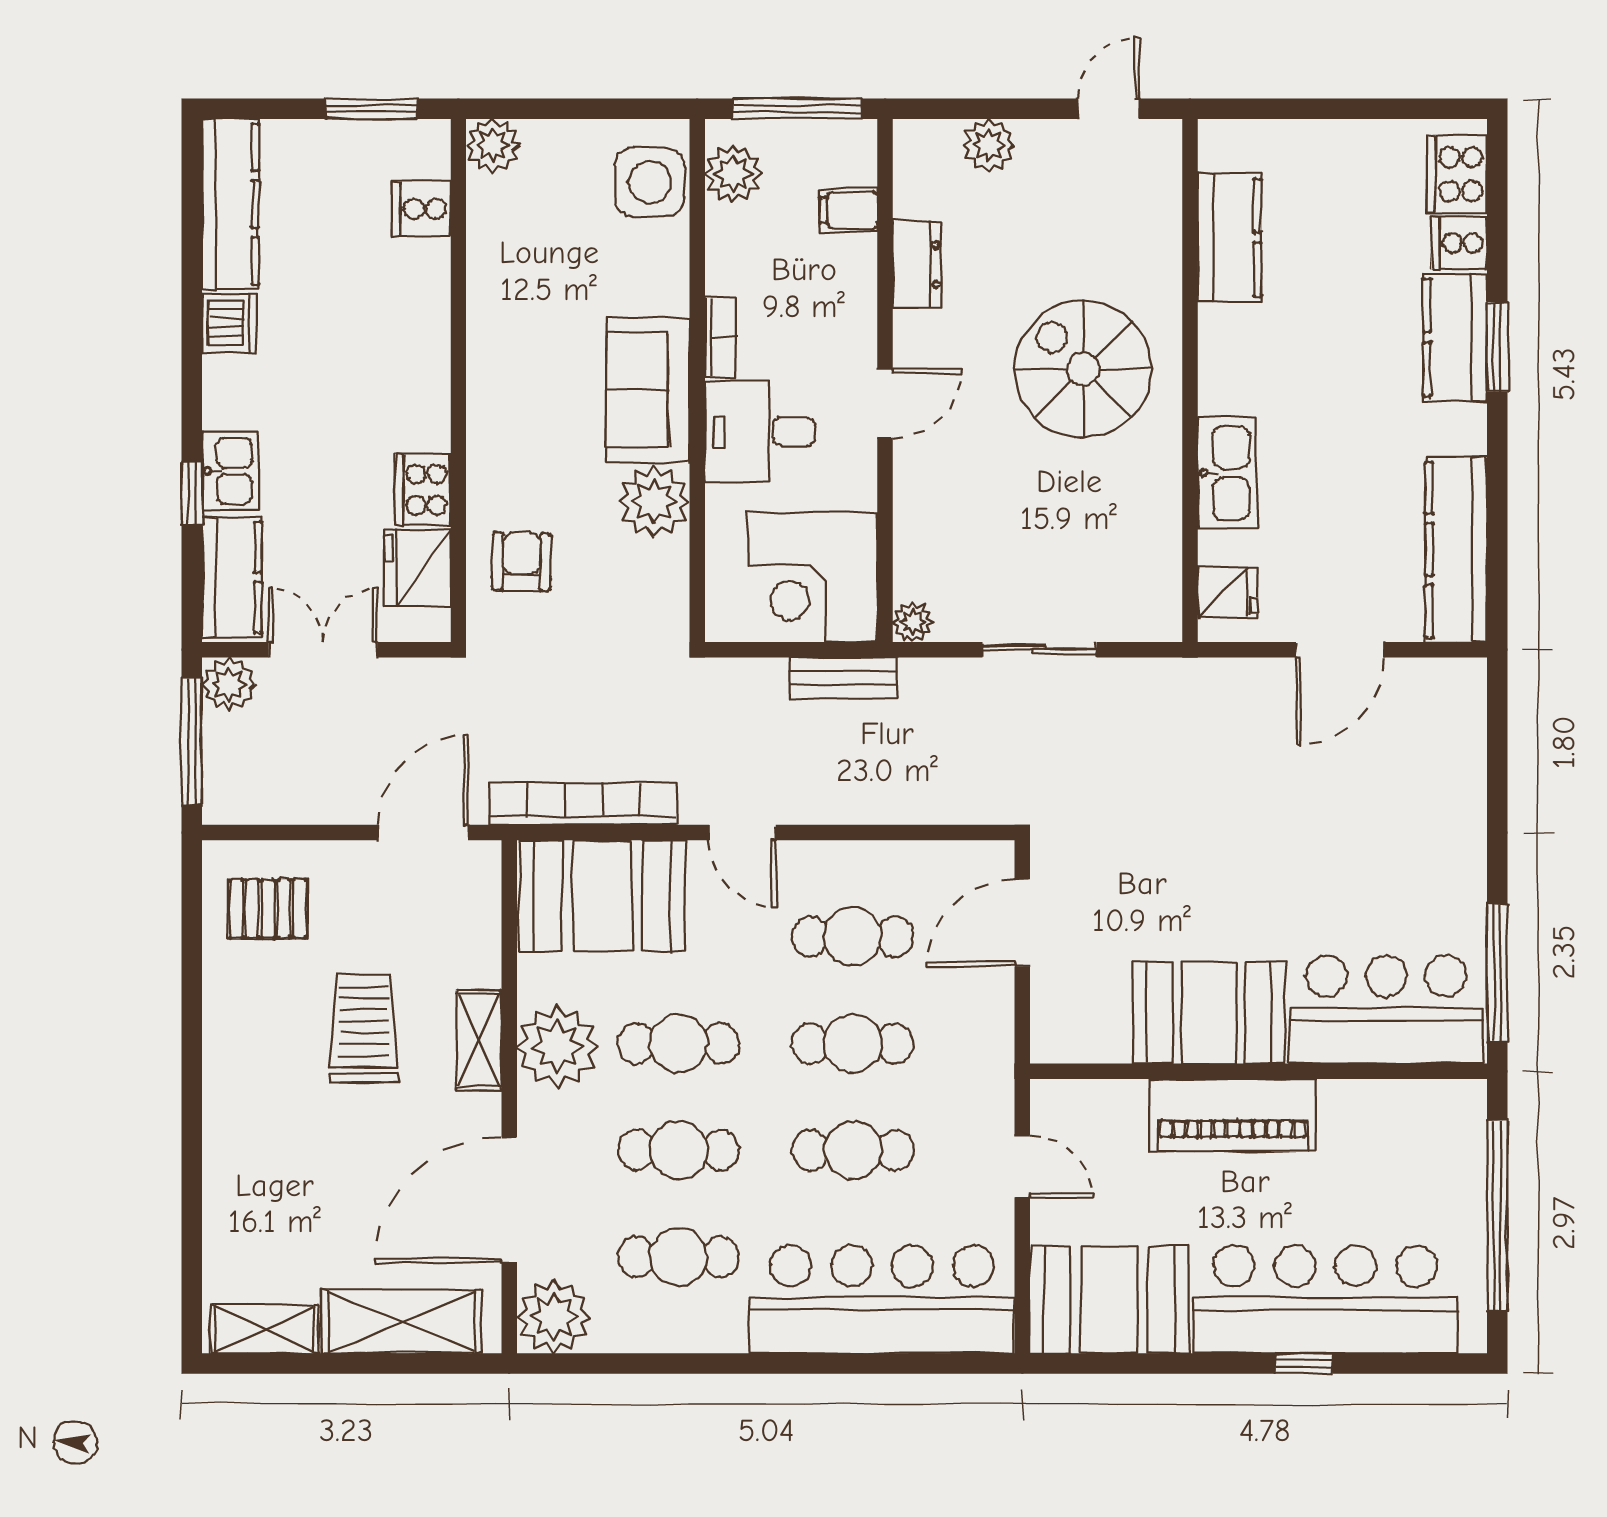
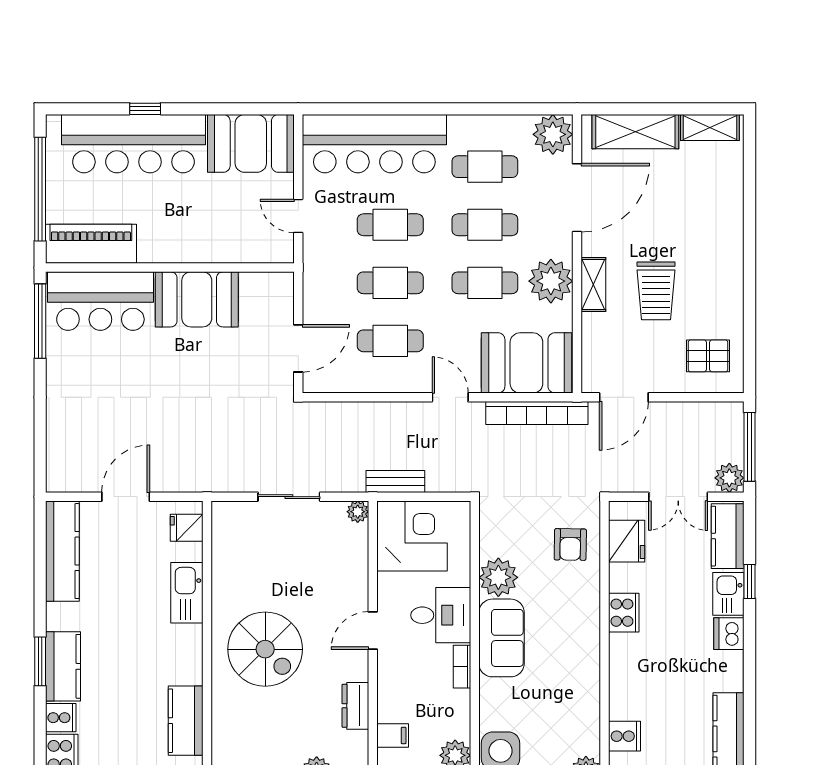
dishwasher: (229, 323) -> (729, 634), moved
cooker: (423, 490) -> (624, 613), moved
piano: (1233, 1115) -> (91, 244), moved

